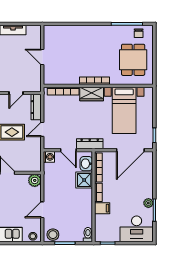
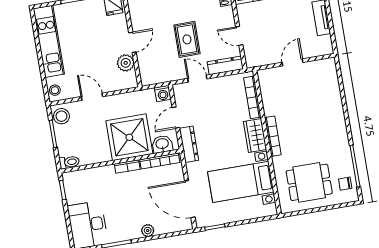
plant: (35, 180) -> (126, 63), moved
shower: (84, 180) -> (129, 137), width x1.86, depth x1.86
plant: (148, 203) -> (148, 231), moved
filing cabinet: (102, 208) -> (107, 175), removed

